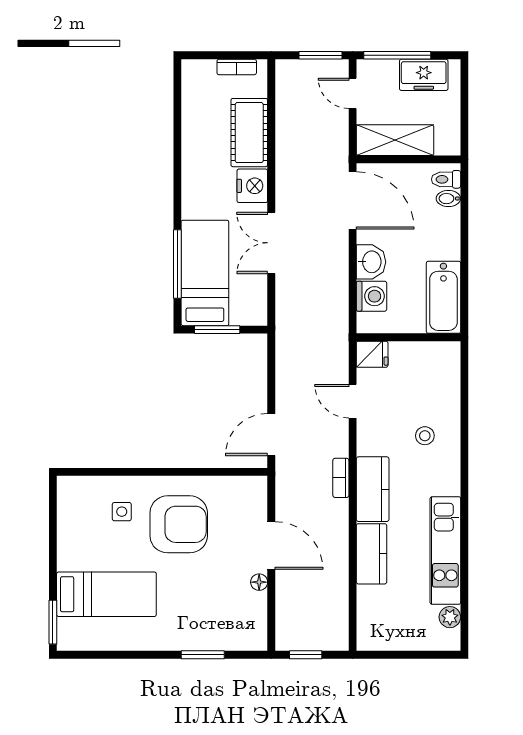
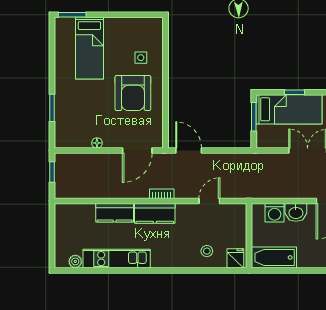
window: (177, 264) -> (295, 92), width x0.46
fridge: (372, 354) -> (235, 258), moved, turned 180
stool: (425, 436) -> (207, 251), moved
door: (271, 545) -> (137, 151), moved

